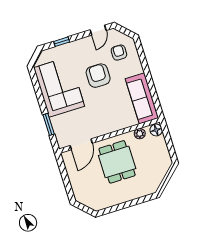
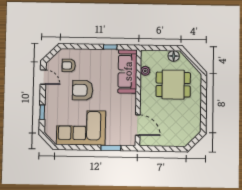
window: (152, 89) -> (110, 47), added
sofa: (142, 98) -> (128, 71), moved, turned 90
floor lamp: (156, 130) -> (174, 56), moved
dining table: (117, 162) -> (173, 85), moved

